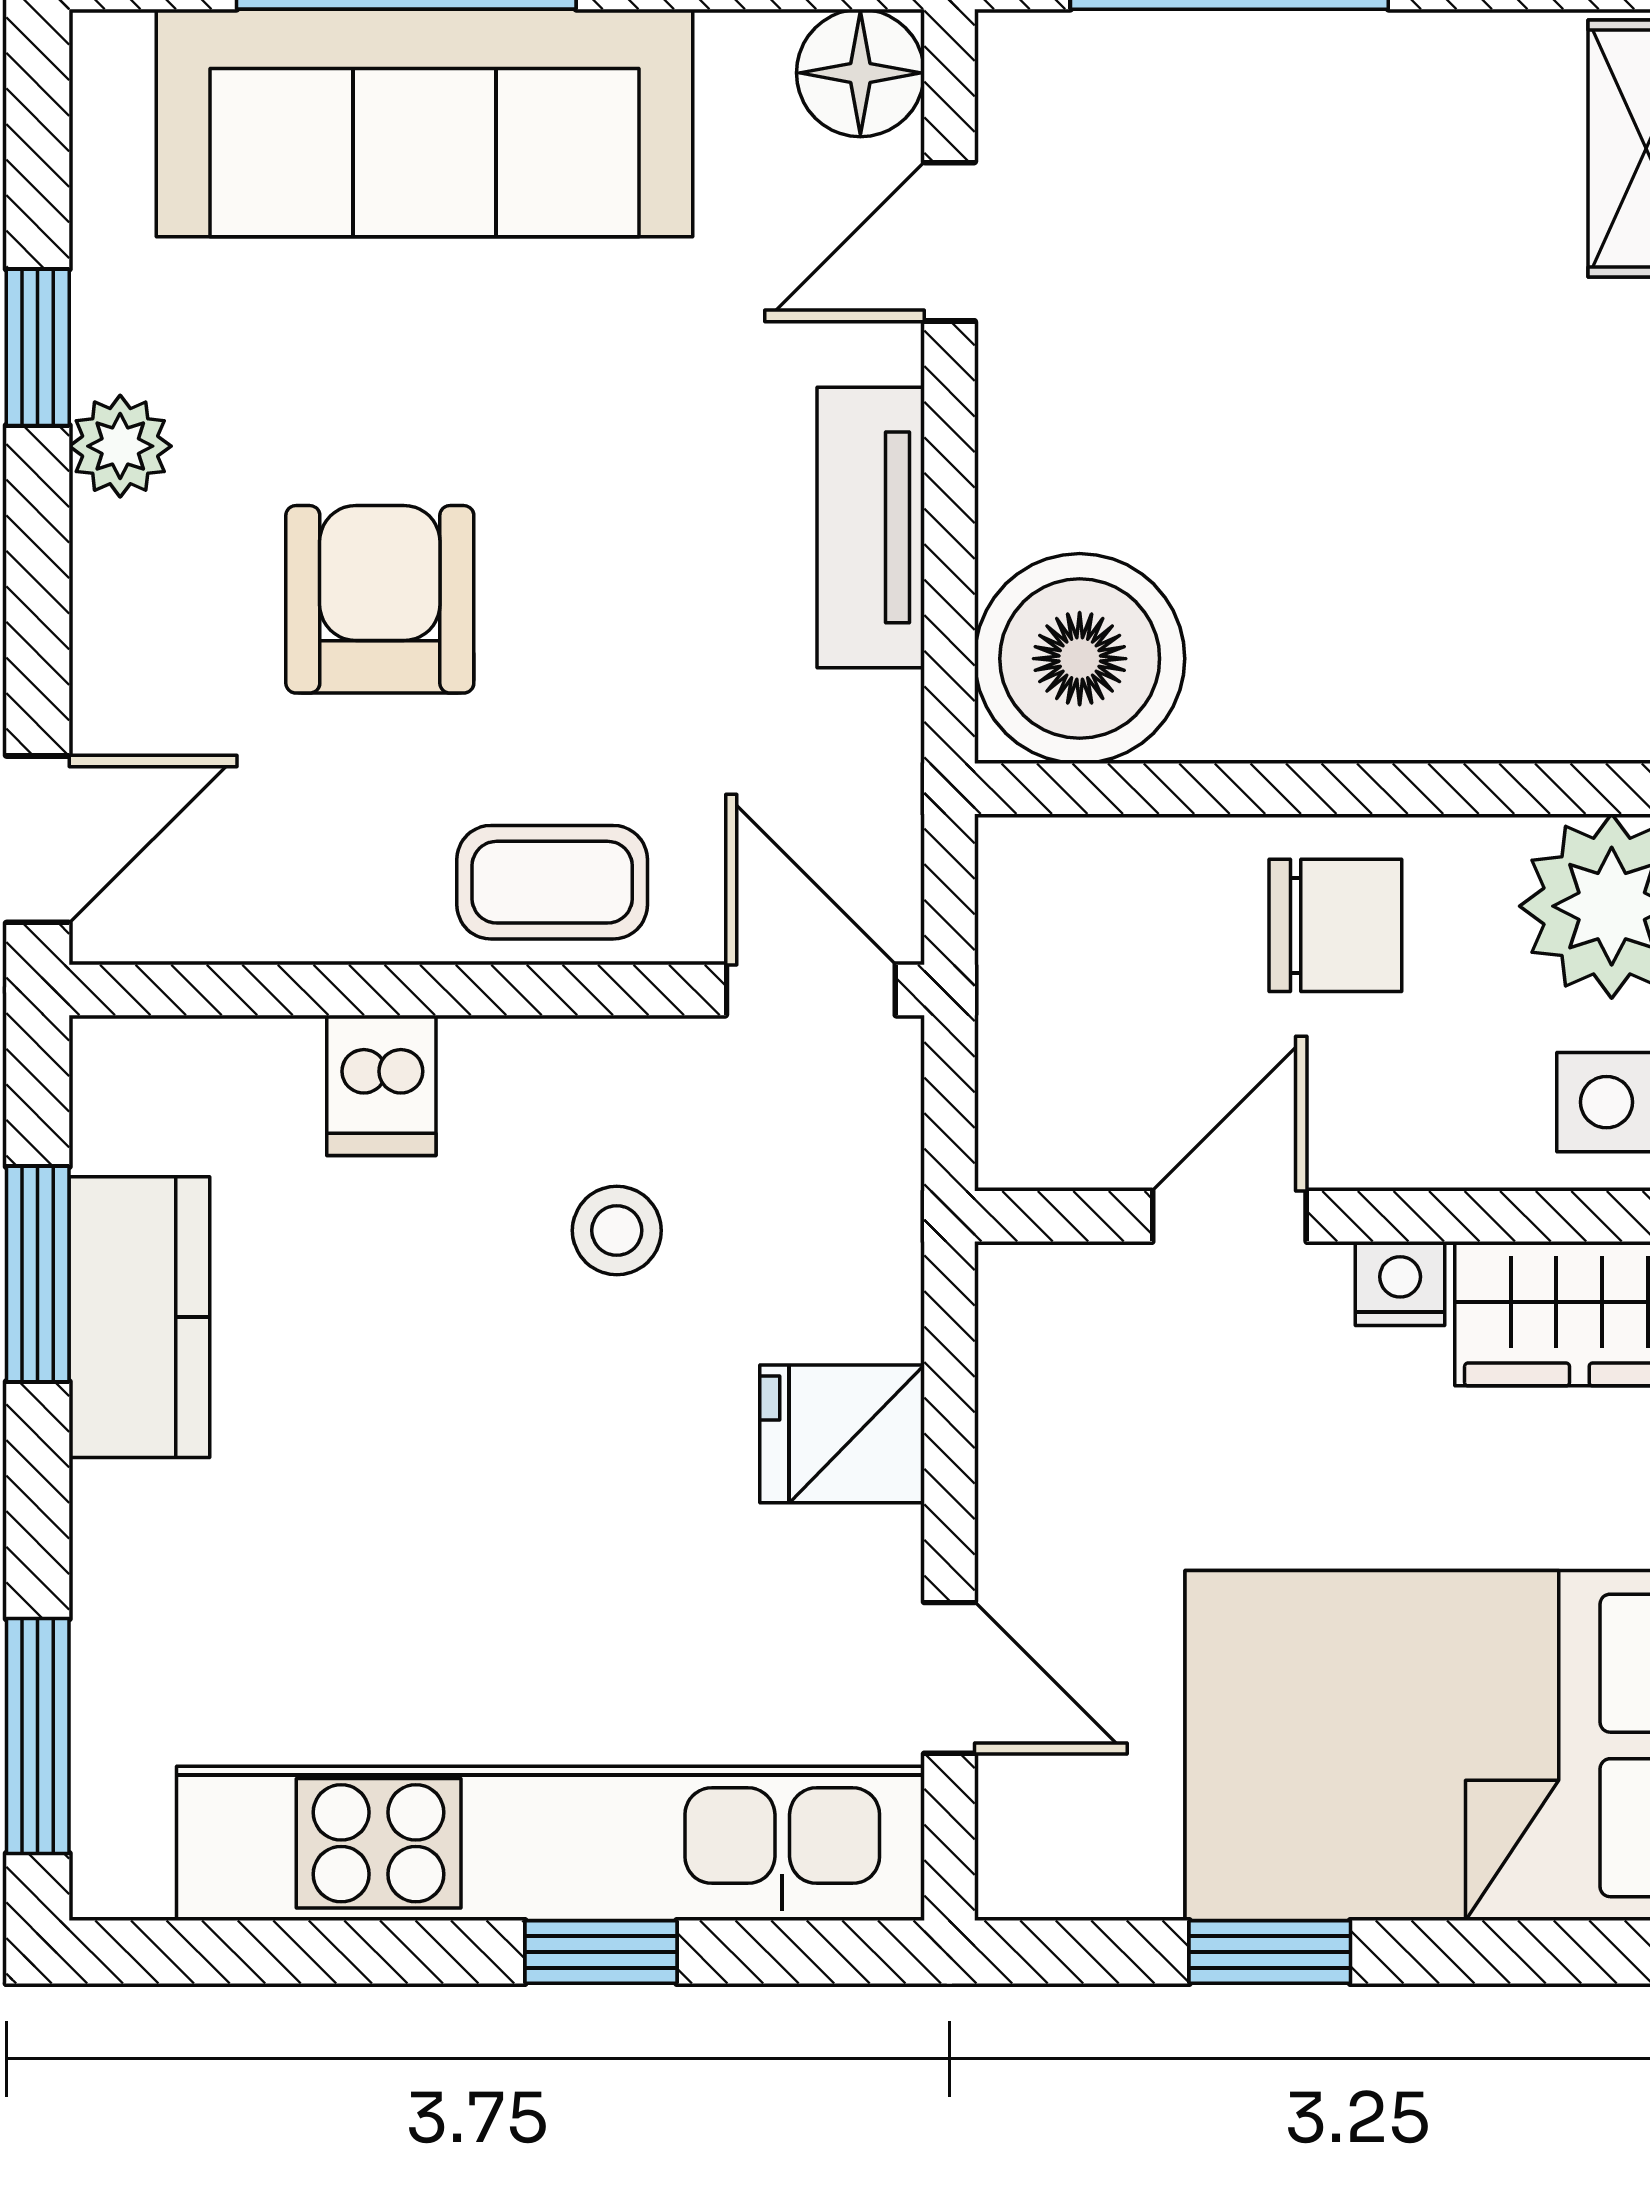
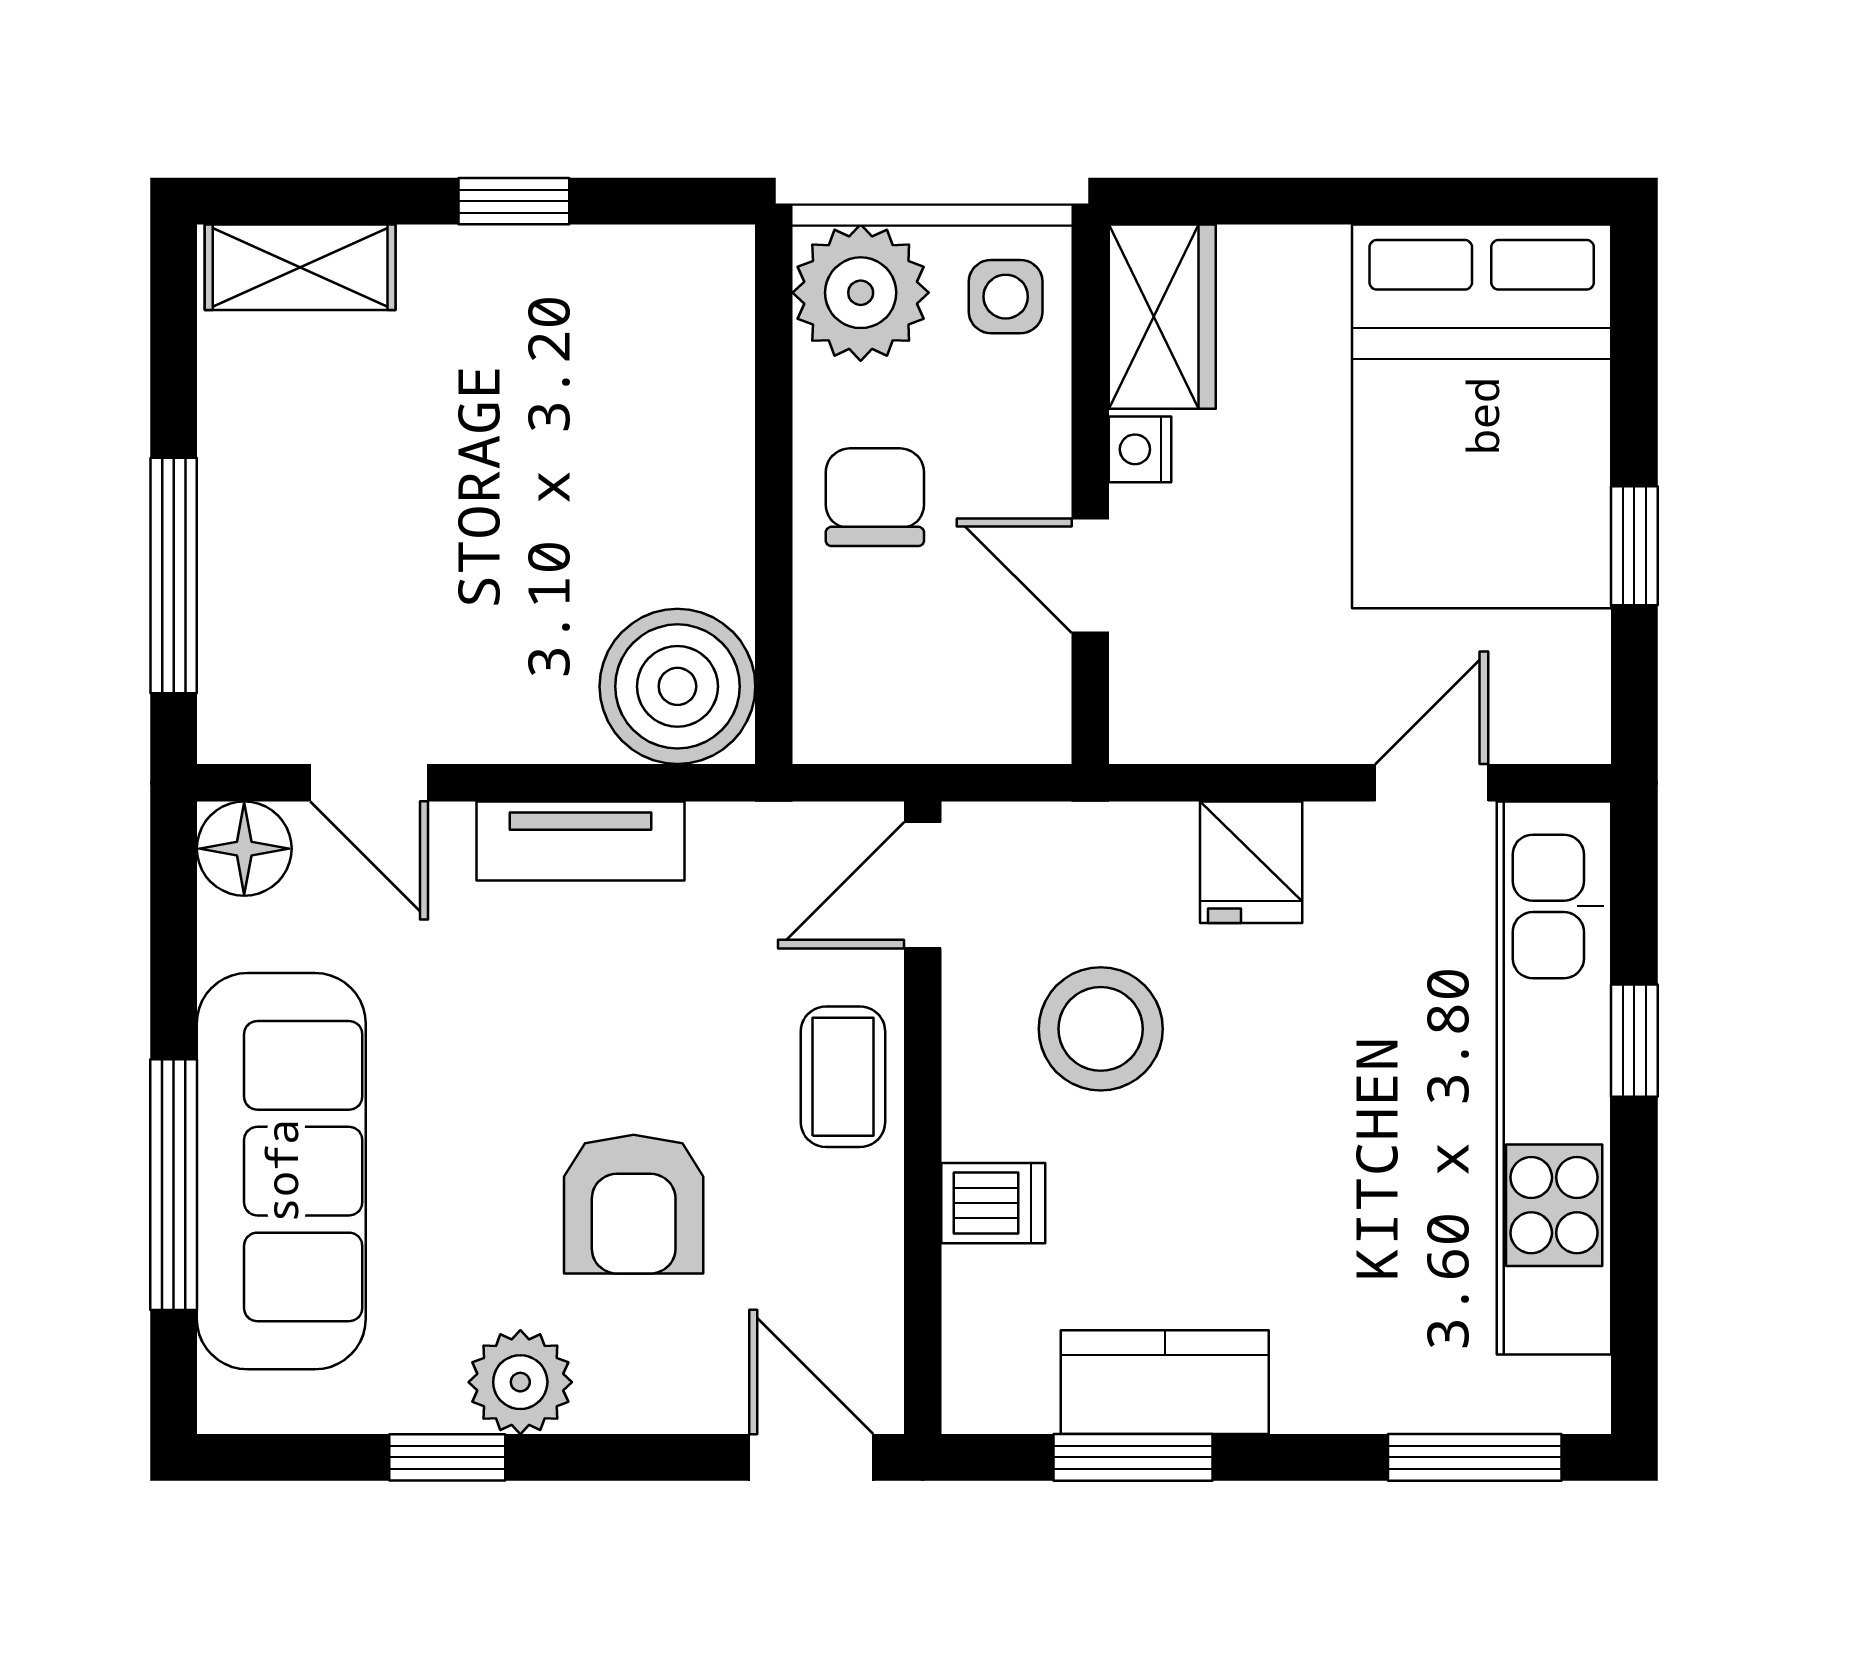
plant: (120, 446) -> (520, 1382), width x1.38, depth x1.38
armchair: (380, 599) -> (634, 1204), turned -90
stool: (617, 1230) -> (1101, 1029), width x1.89, depth x1.89

